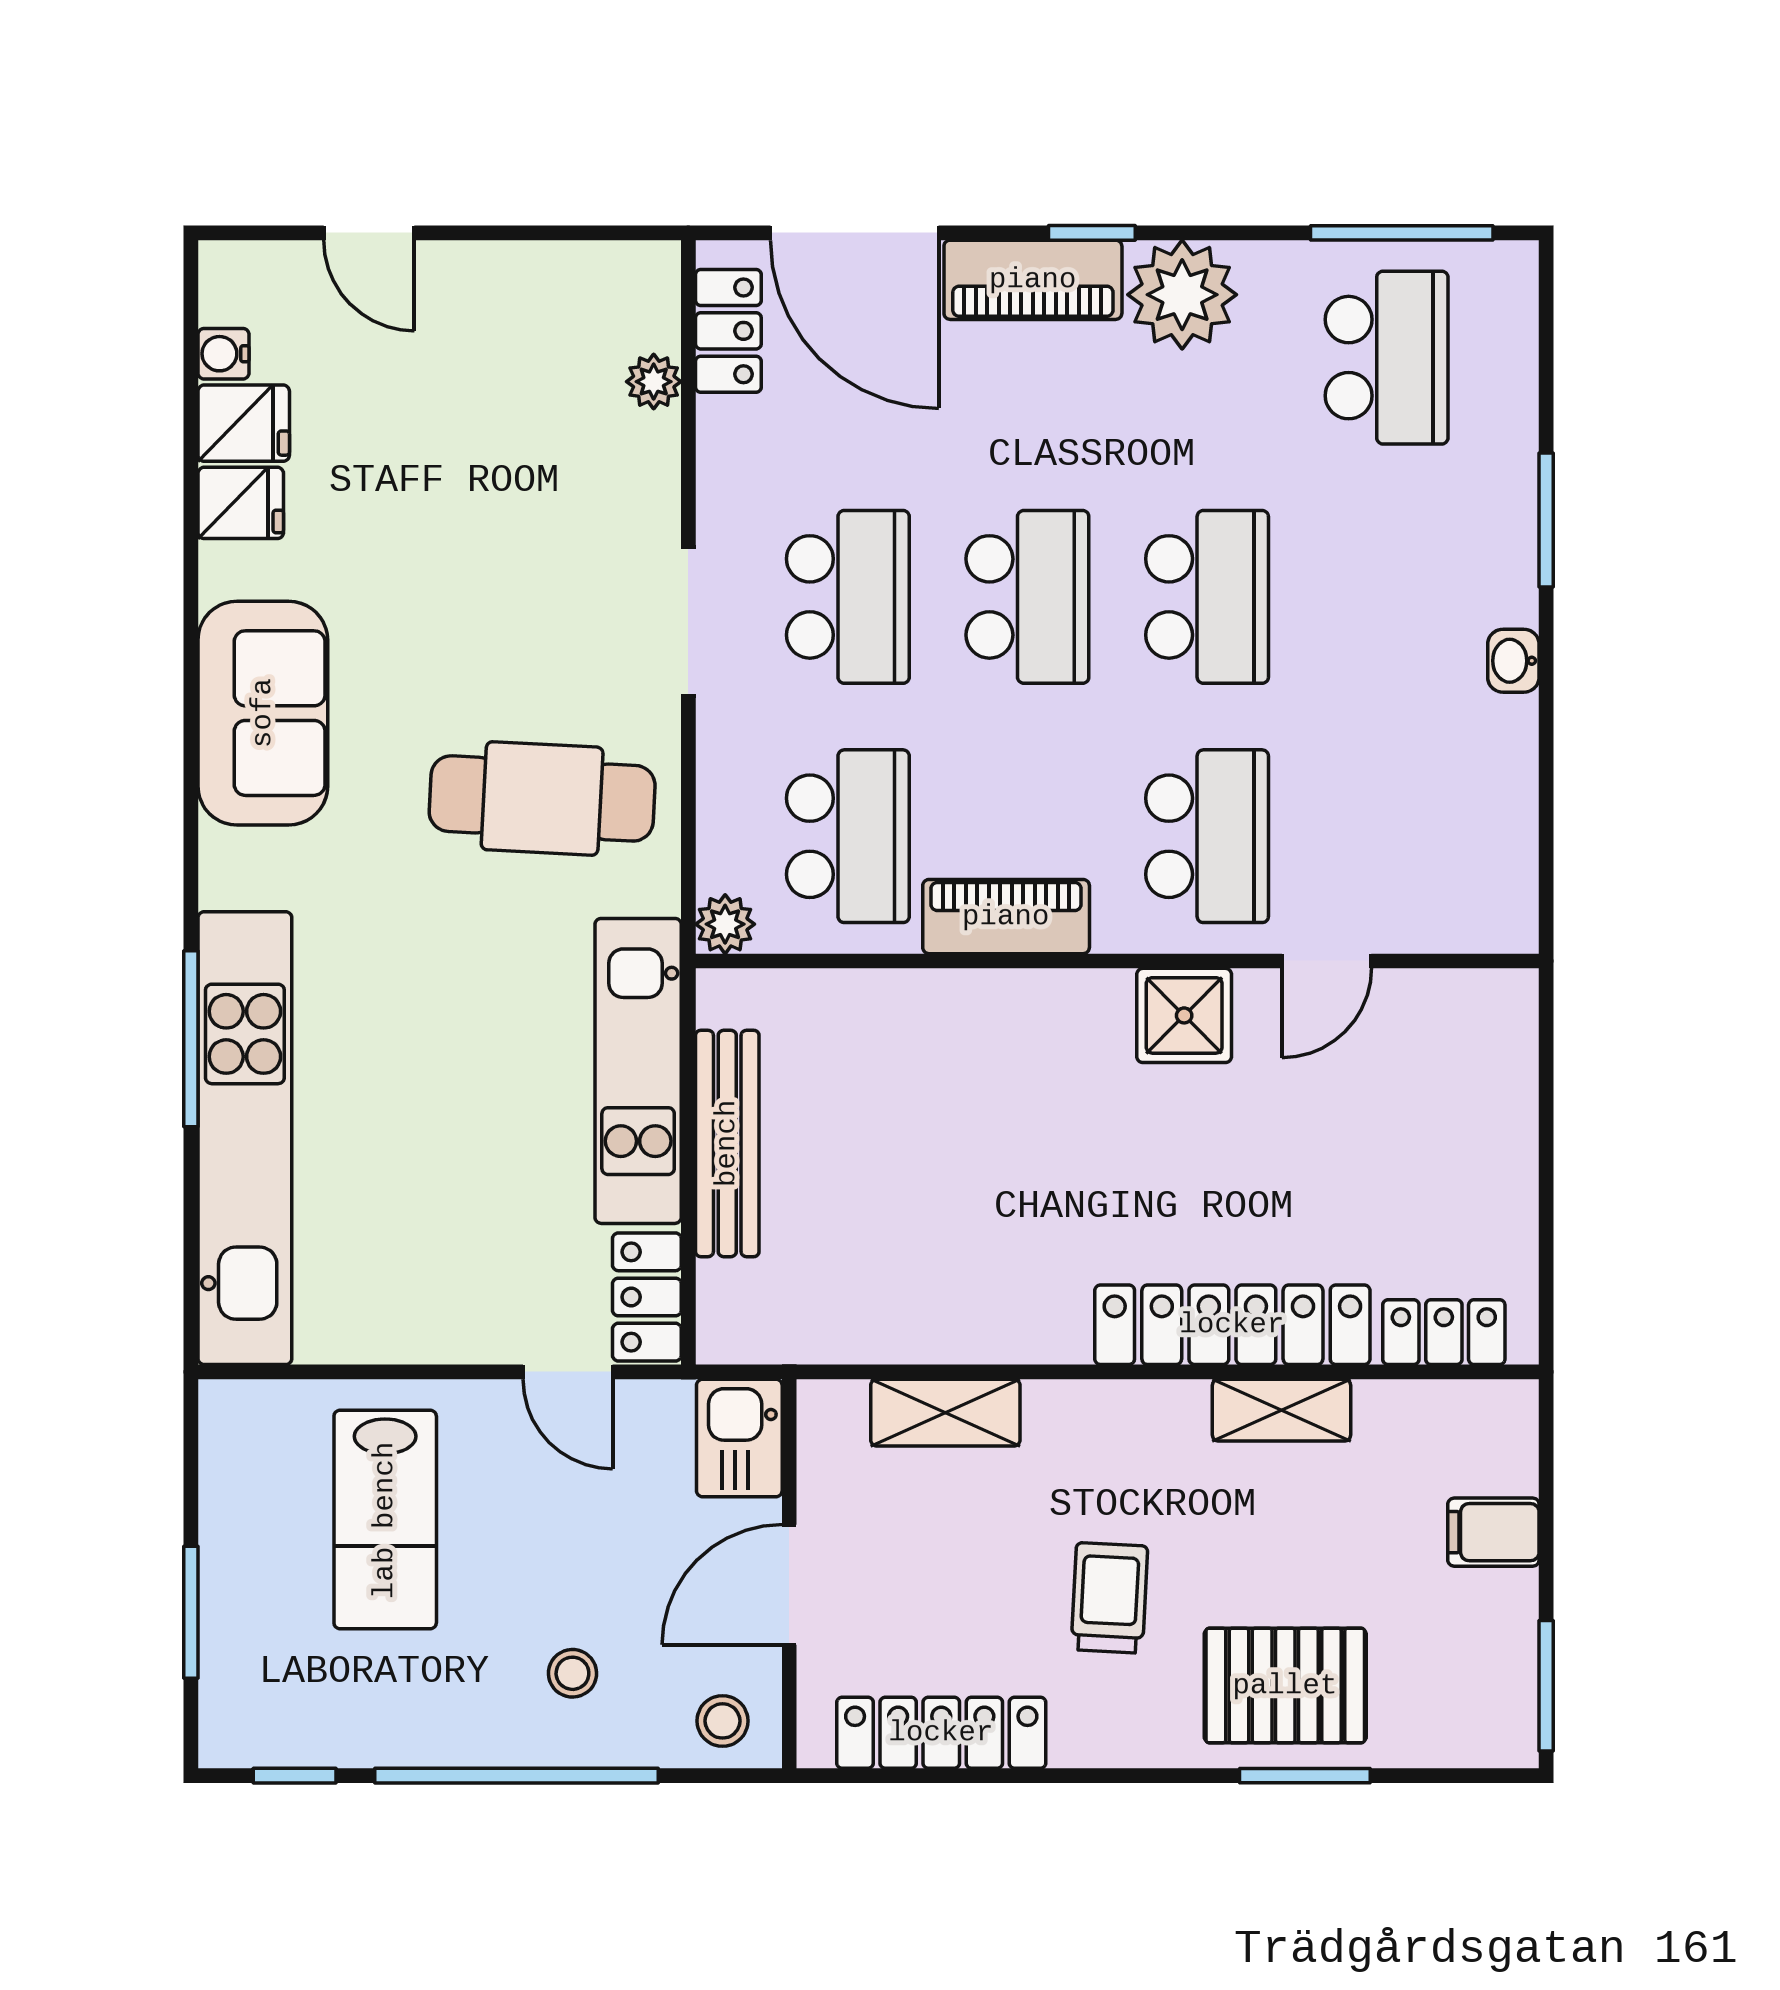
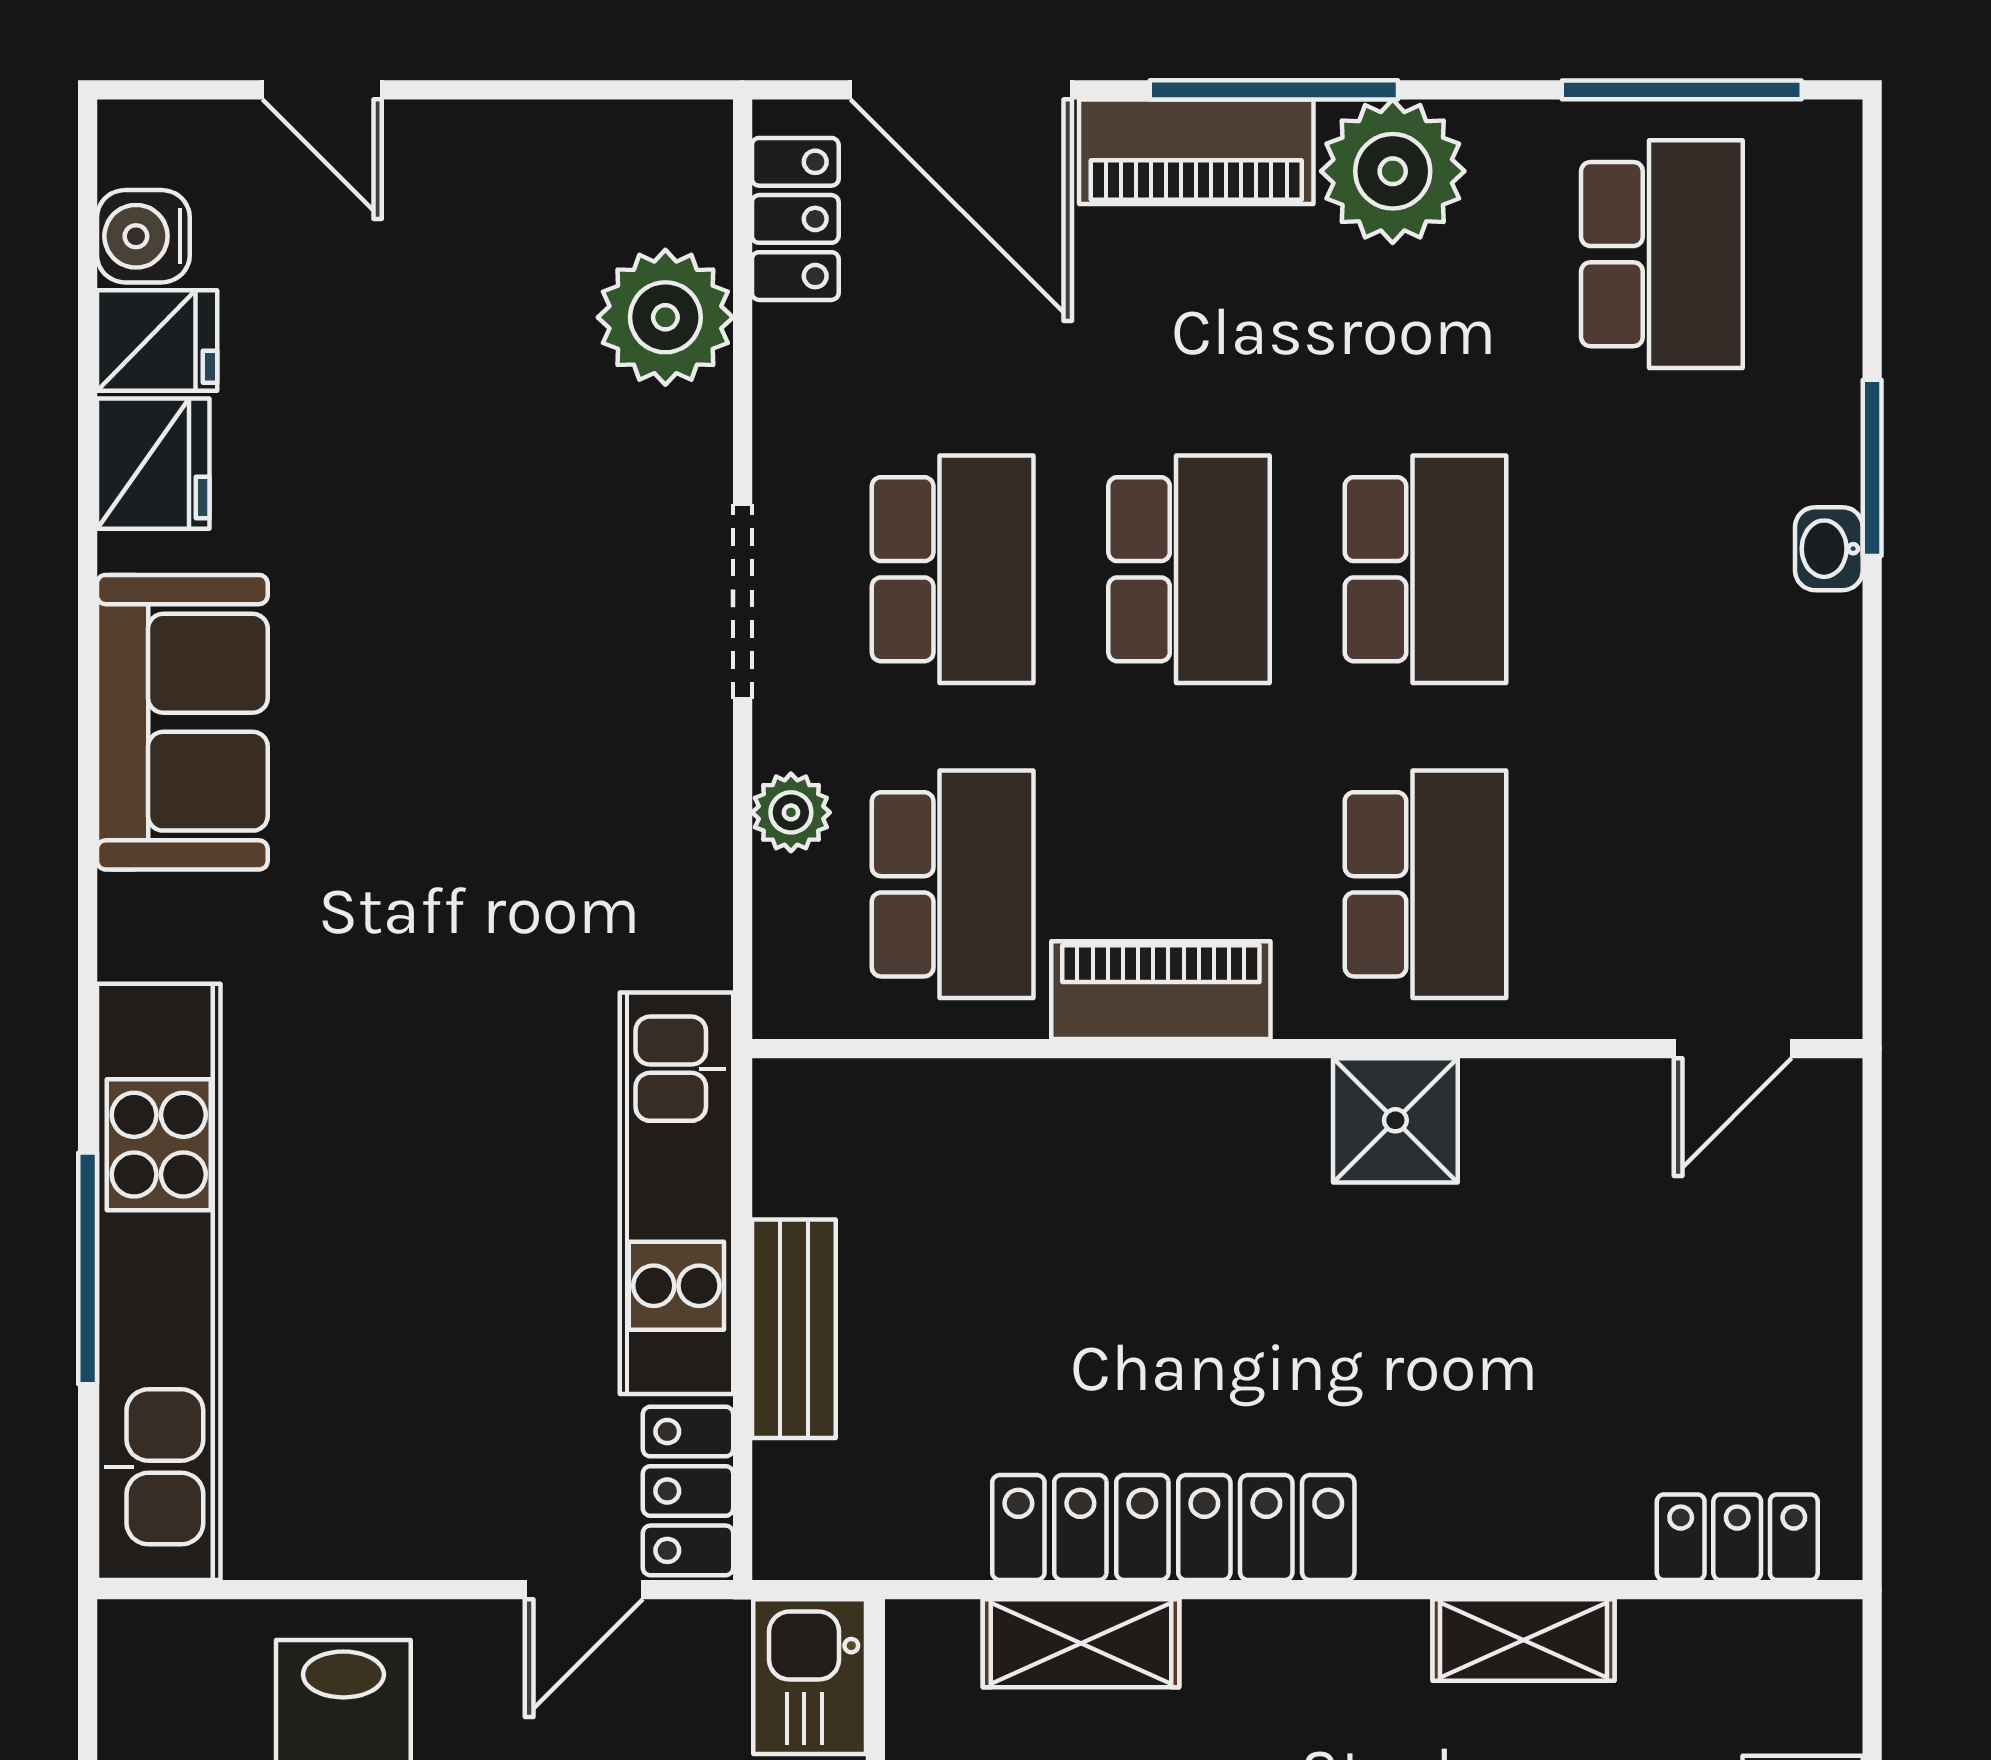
window: (1092, 233) -> (1274, 90), width x2.17
water cooler: (223, 354) -> (143, 236), width x1.38, depth x1.38
plant: (654, 382) -> (665, 317), width x1.87, depth x1.87
fridge: (241, 503) -> (153, 464), width x1.38
washbasin: (1513, 661) -> (1829, 549), moved
cafe table: (542, 798) -> (550, 835), removed
plant: (725, 924) -> (791, 812), moved
door: (1327, 961) -> (1733, 1049), moved
window: (191, 1039) -> (88, 1268), moved
bench: (727, 1143) -> (794, 1329), width x0.73
locker: (1232, 1325) -> (1173, 1527), moved
door: (568, 1372) -> (584, 1590), hinge flipped

